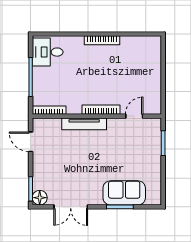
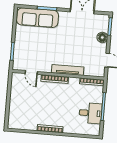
desk: (48, 52) -> (90, 113), moved
door: (134, 116) -> (31, 72), hinge flipped
sofa: (124, 193) -> (38, 18), width x1.36
floor lamp: (40, 198) -> (102, 37), moved

